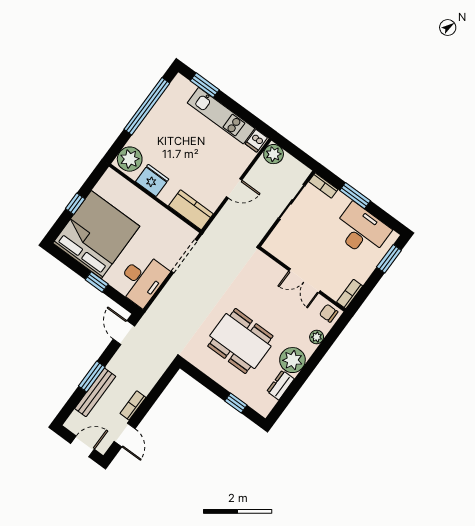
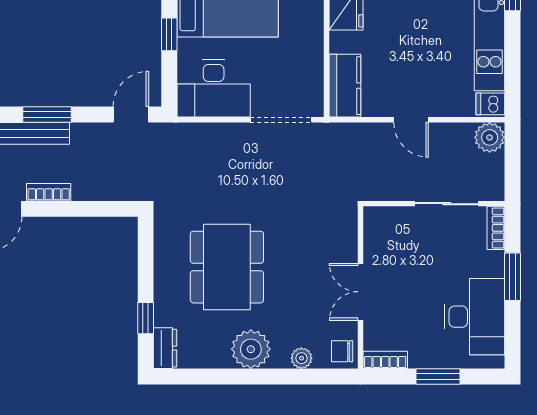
window: (389, 259) -> (438, 377), moved
chair: (329, 313) -> (342, 351), turned -90
dresser: (280, 385) -> (165, 348), moved, turned 90

